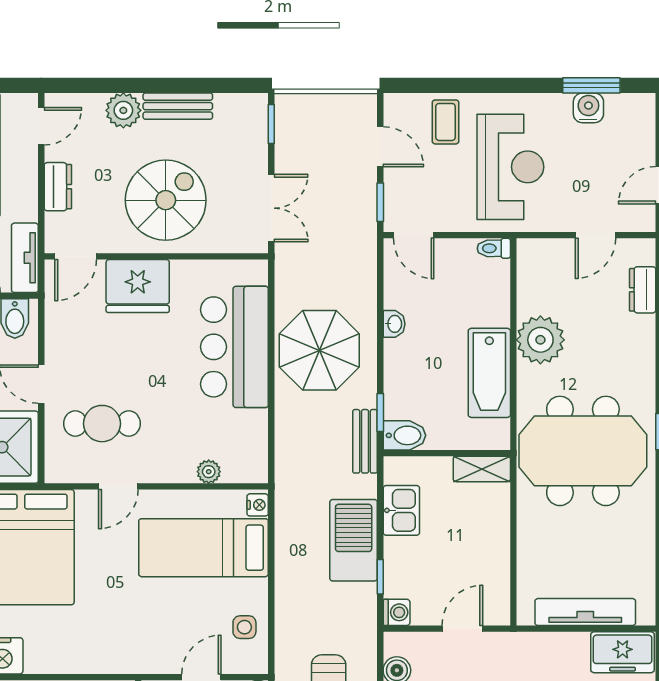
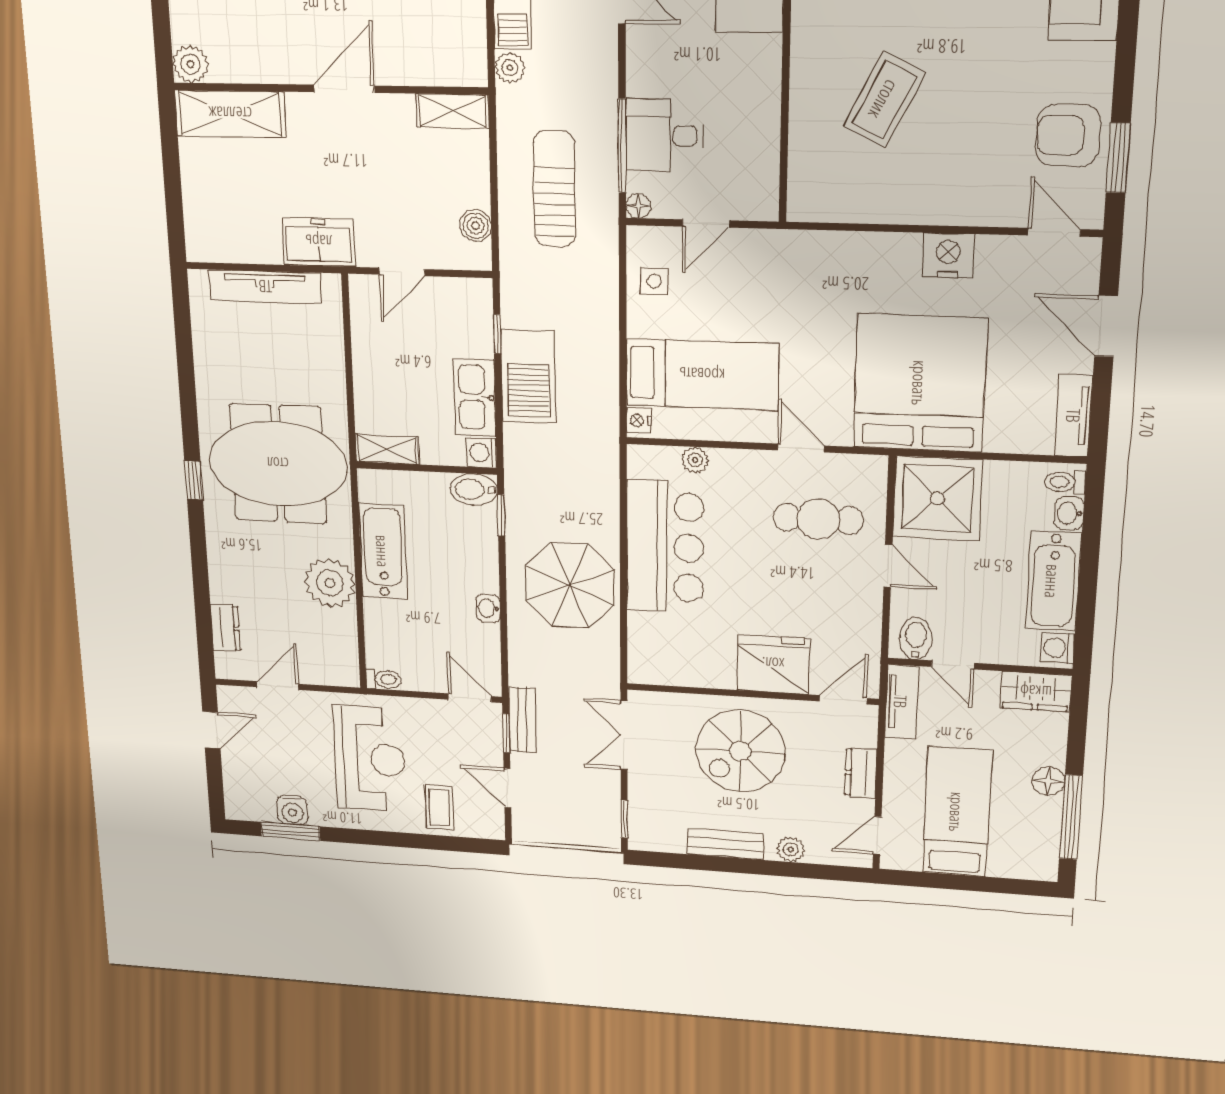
plant: (123, 110) -> (791, 849), width x0.73, depth x0.73
reception desk: (510, 167) -> (370, 759), turned 180
bar counter: (234, 347) -> (665, 547), moved
bench: (365, 441) -> (522, 720), moved
door: (118, 486) -> (801, 448), hinge flipped
kitchen sink: (401, 510) -> (475, 397), width x1.38
washing machine: (397, 612) -> (482, 453), moved
freezer: (623, 652) -> (319, 242), moved

